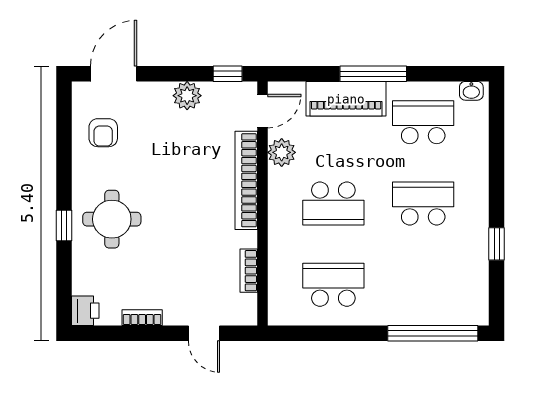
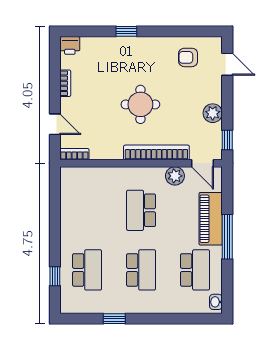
door: (114, 74) -> (227, 64), width x0.73
round table: (112, 219) -> (140, 104), moved
bookcase: (249, 271) -> (74, 154), moved
school desk: (333, 285) -> (87, 270), moved
door: (204, 333) -> (55, 124), swing flipped
window: (433, 333) -> (55, 276), width x0.32

